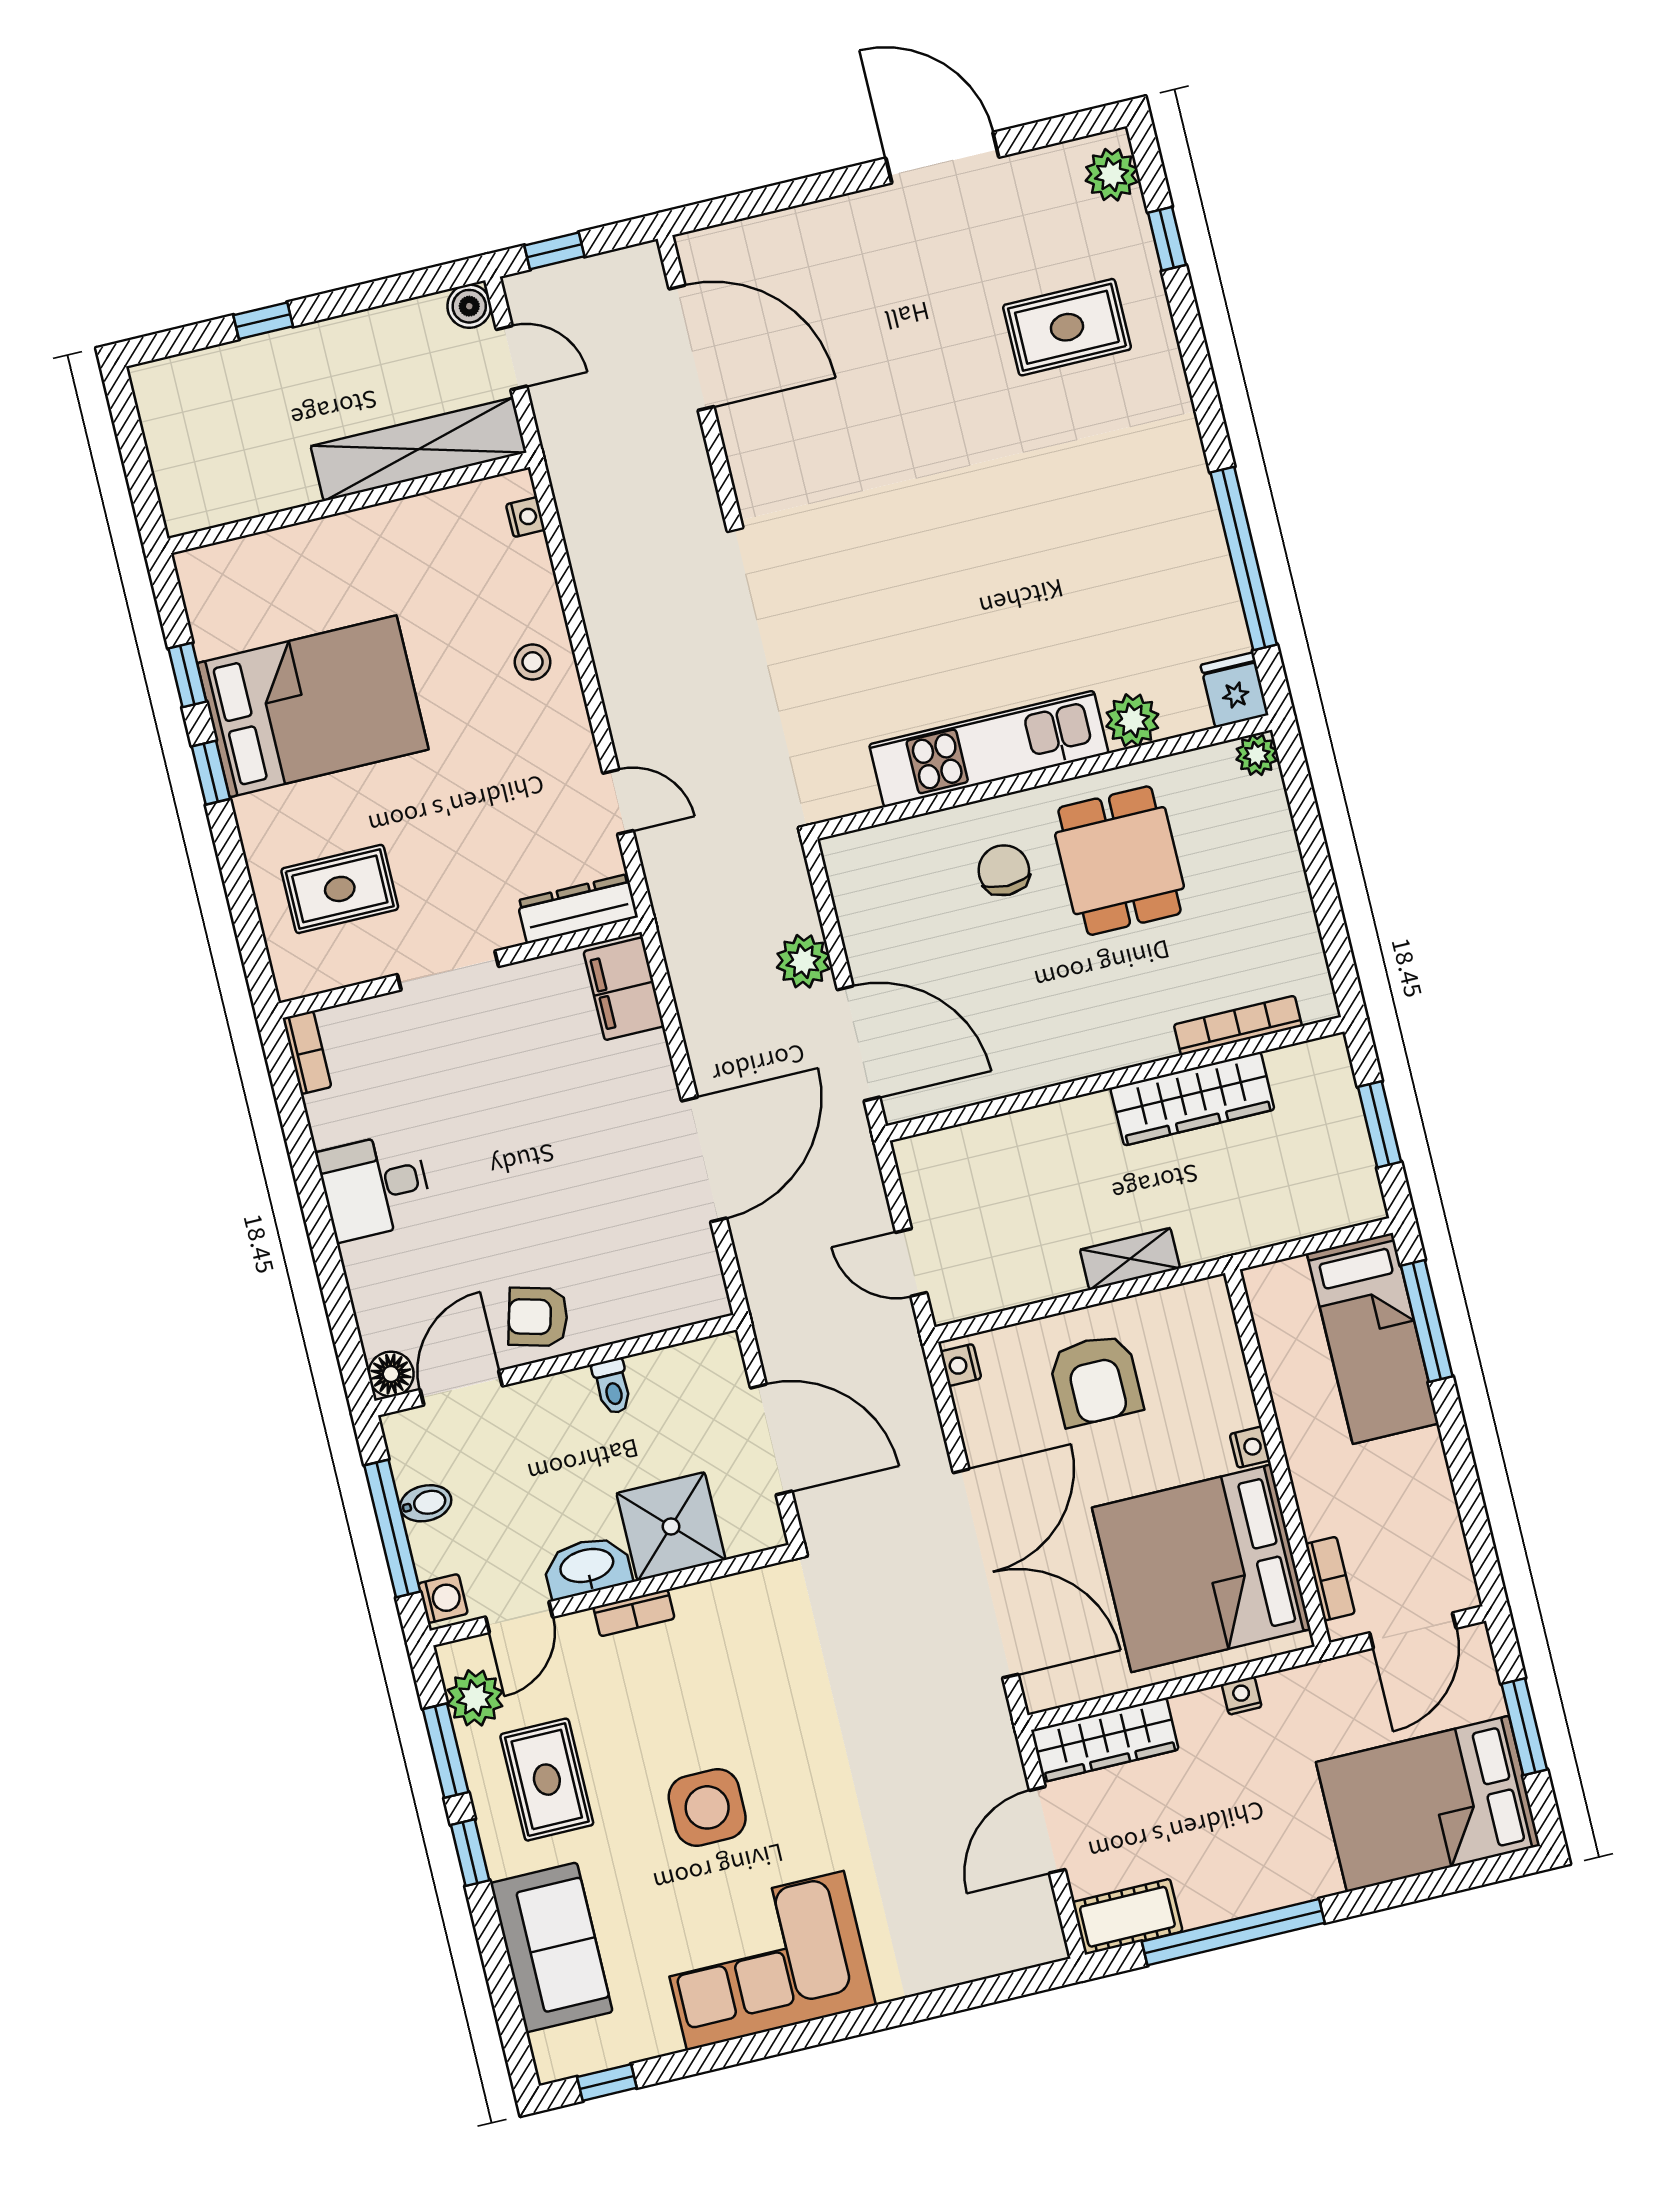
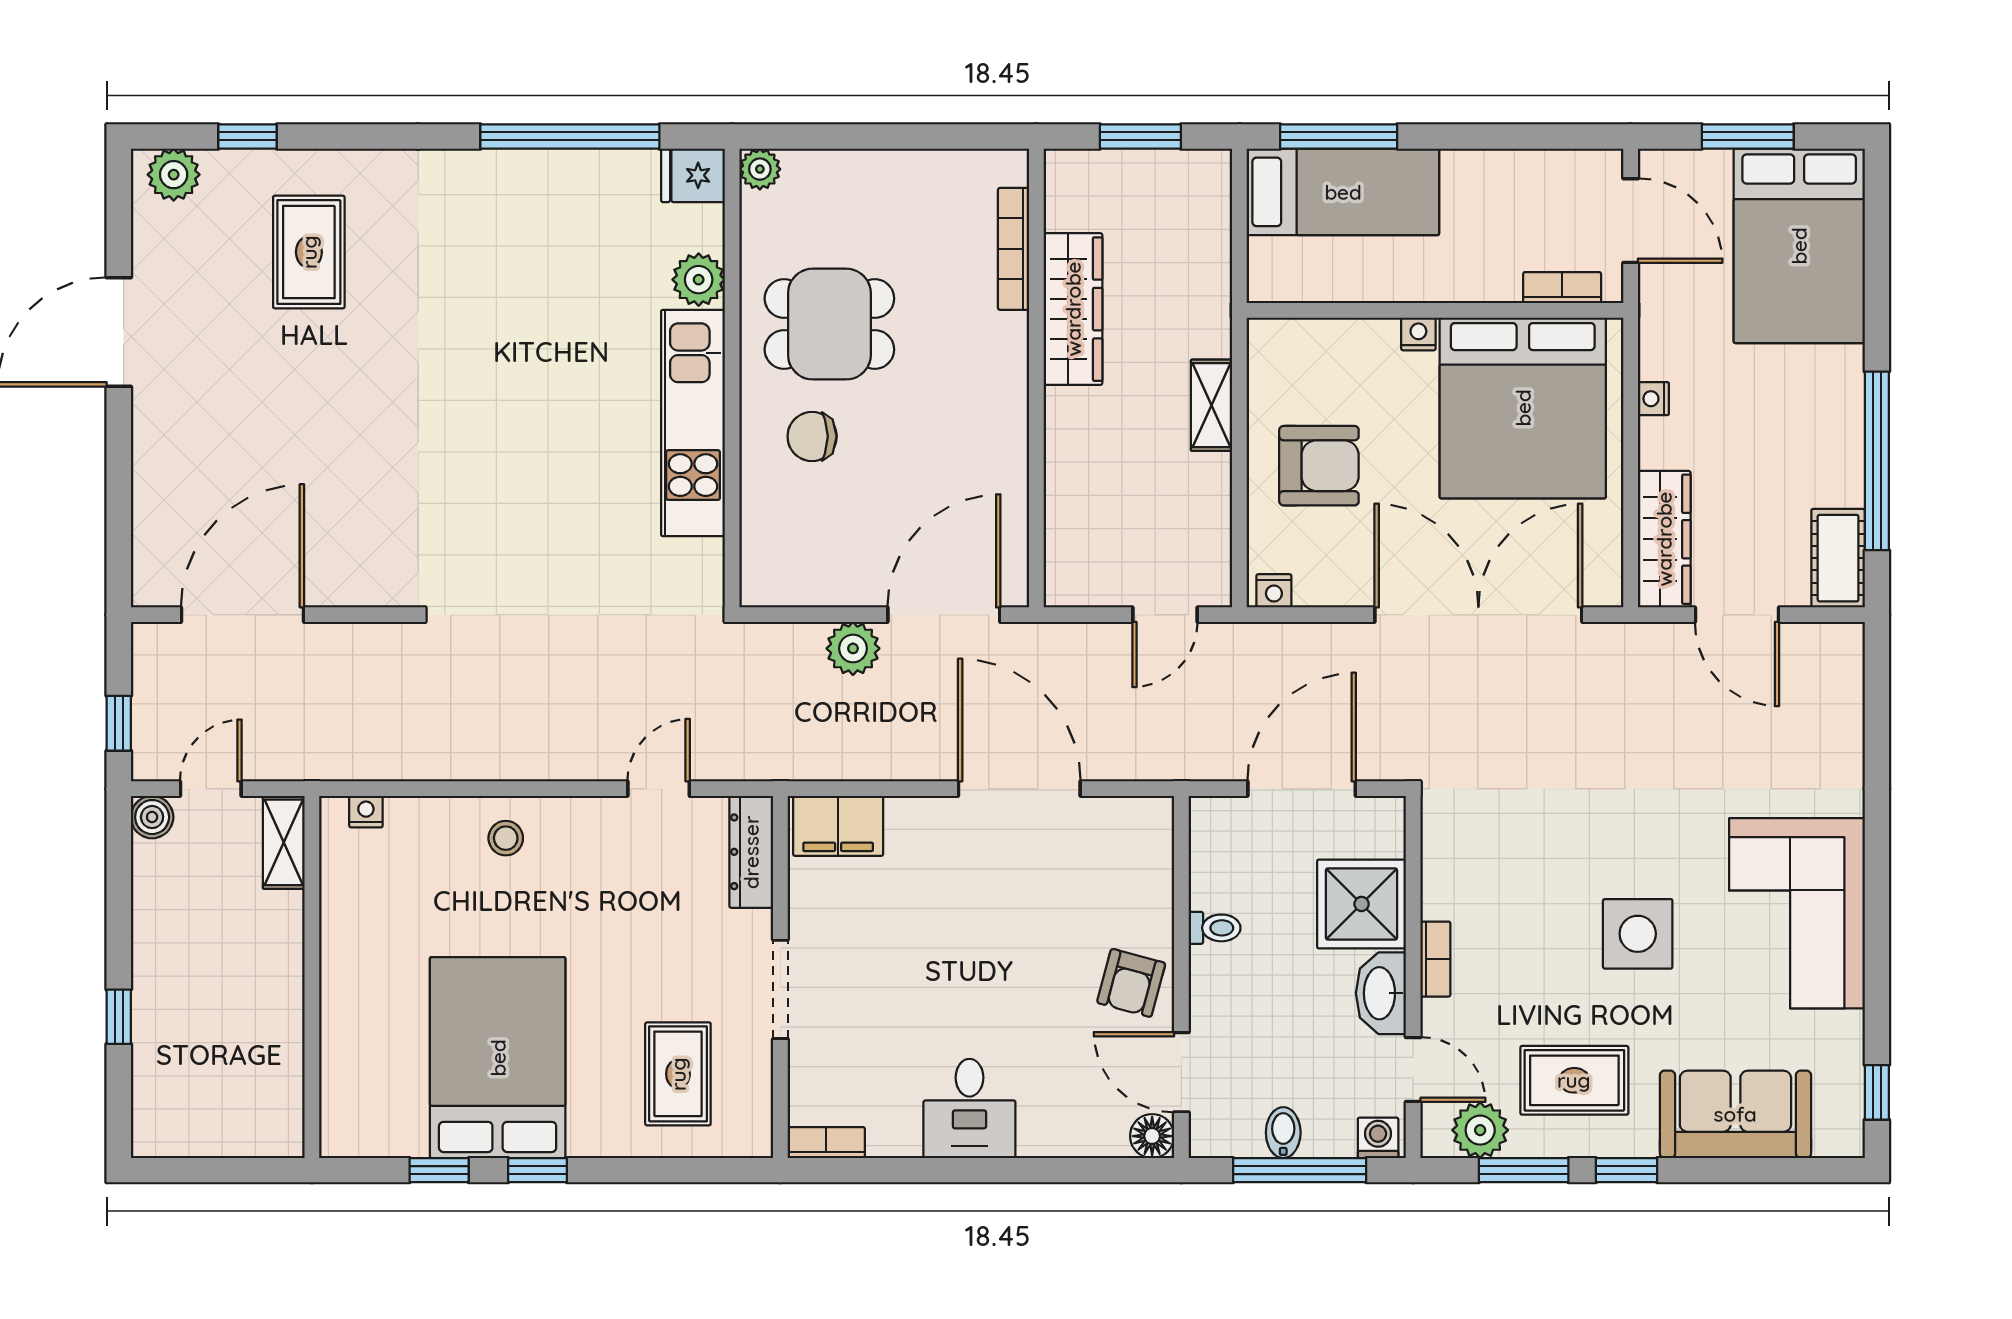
shelving: (419, 449) -> (284, 842), width x0.45, depth x0.75

